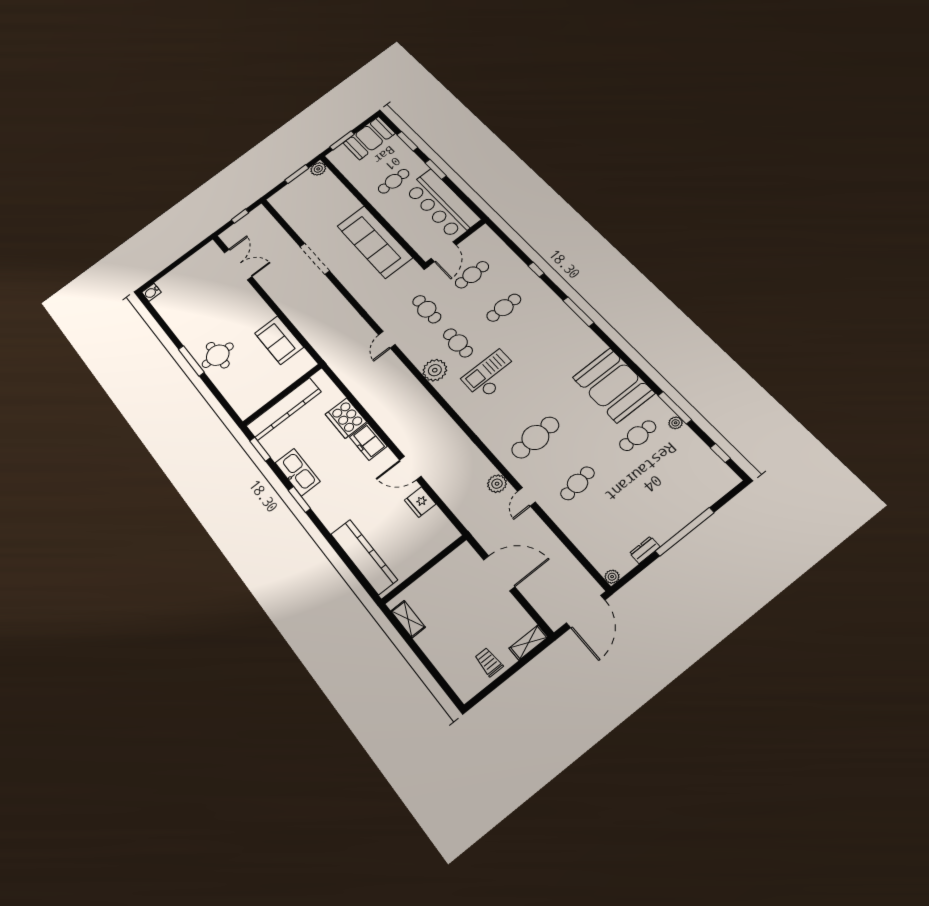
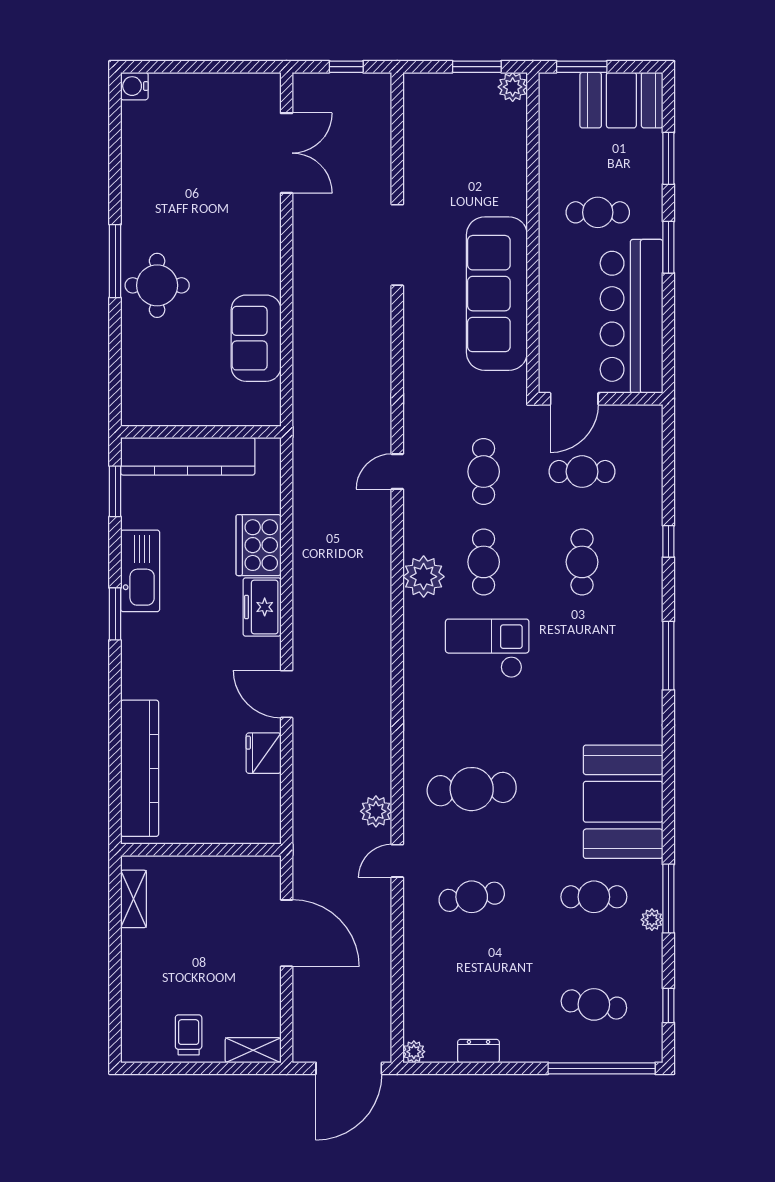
cafe table: (504, 308) -> (582, 562), turned 90
cafe table: (683, 482) -> (594, 1004), added
window: (685, 532) -> (602, 1068), moved

